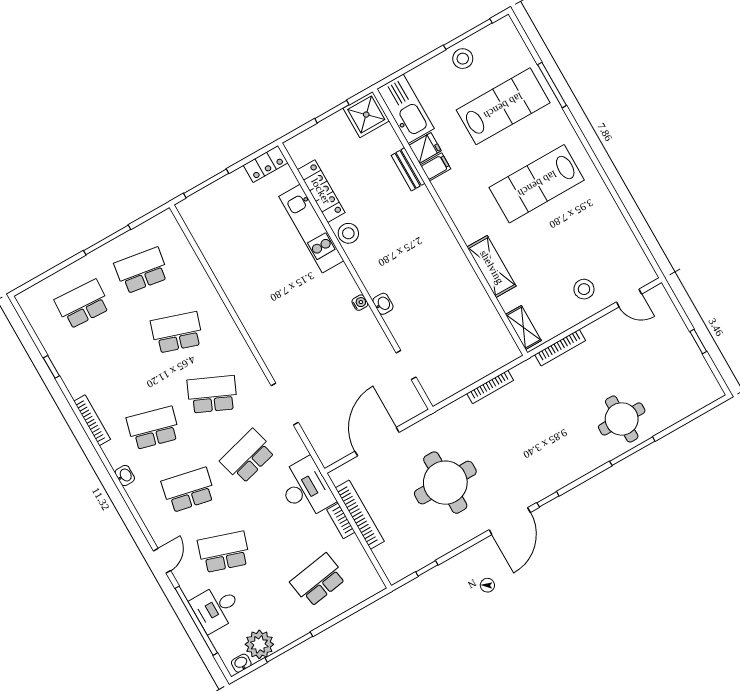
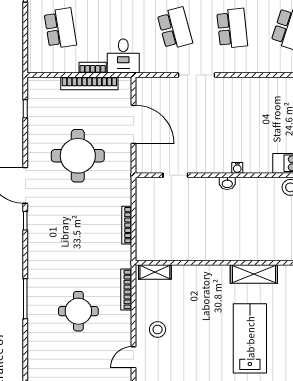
shelving: (492, 267) -> (254, 274), moved
school desk: (212, 394) -> (232, 28), turned -30
round table: (622, 419) -> (78, 311), moved
desk: (306, 489) -> (123, 56), width x0.73

